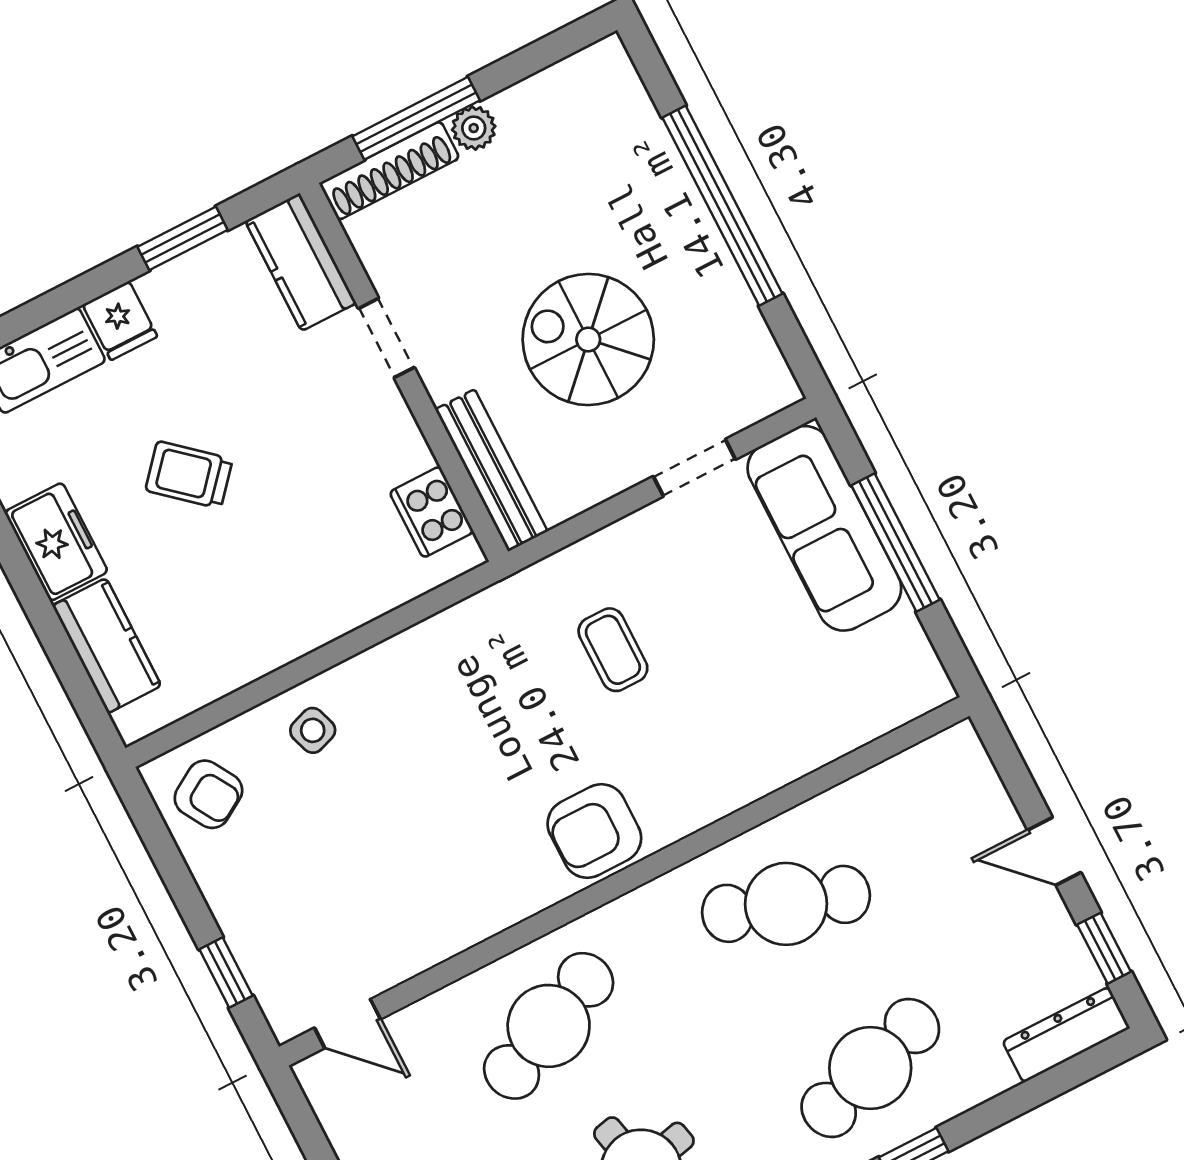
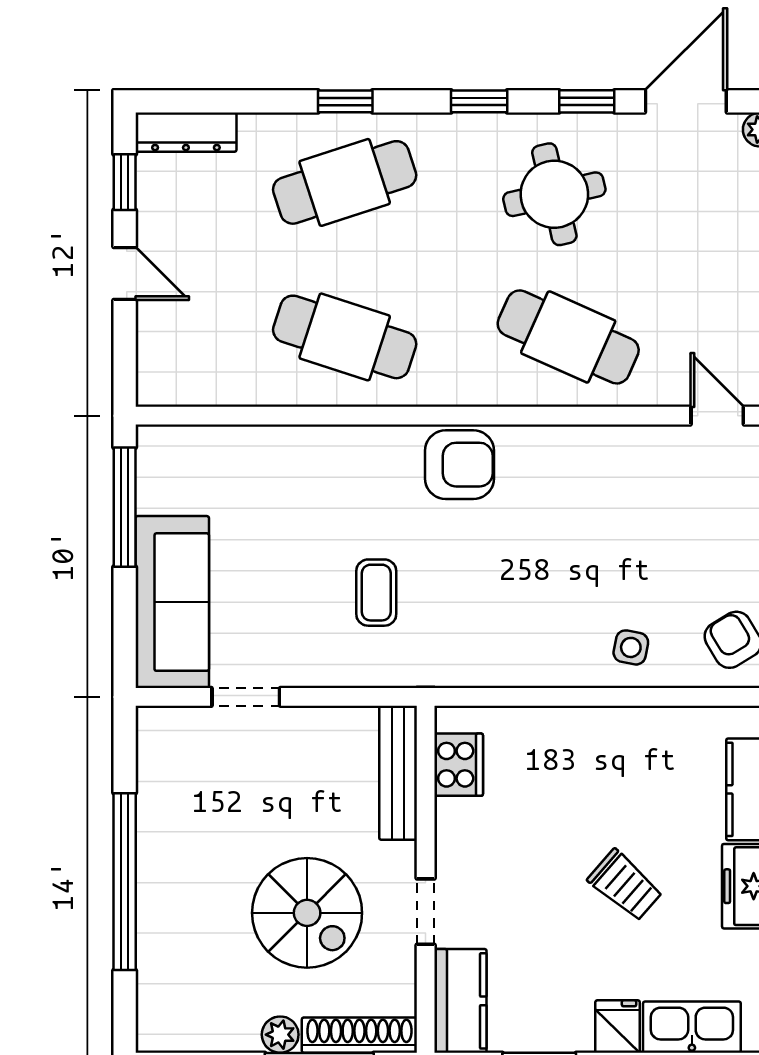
spiral stairs: (588, 339) -> (307, 913), moved
window: (896, 542) -> (125, 507), moved
side table: (313, 730) -> (631, 647), turned 30
cafe table: (549, 1026) -> (568, 337), turned 48

